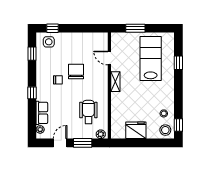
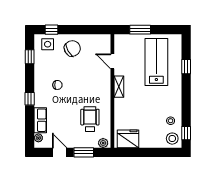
chair: (76, 72) -> (72, 48), moved, turned 60
fridge: (136, 130) -> (128, 139), moved
door: (60, 143) -> (60, 152), hinge flipped

